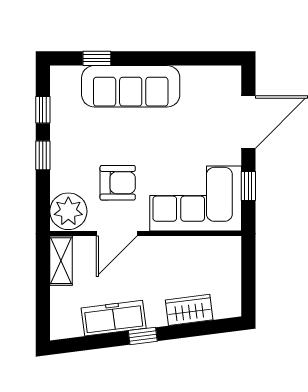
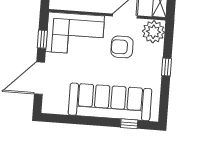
sofa: (131, 86) -> (110, 102), width x1.36, depth x1.27
window: (43, 110) -> (164, 95), removed

